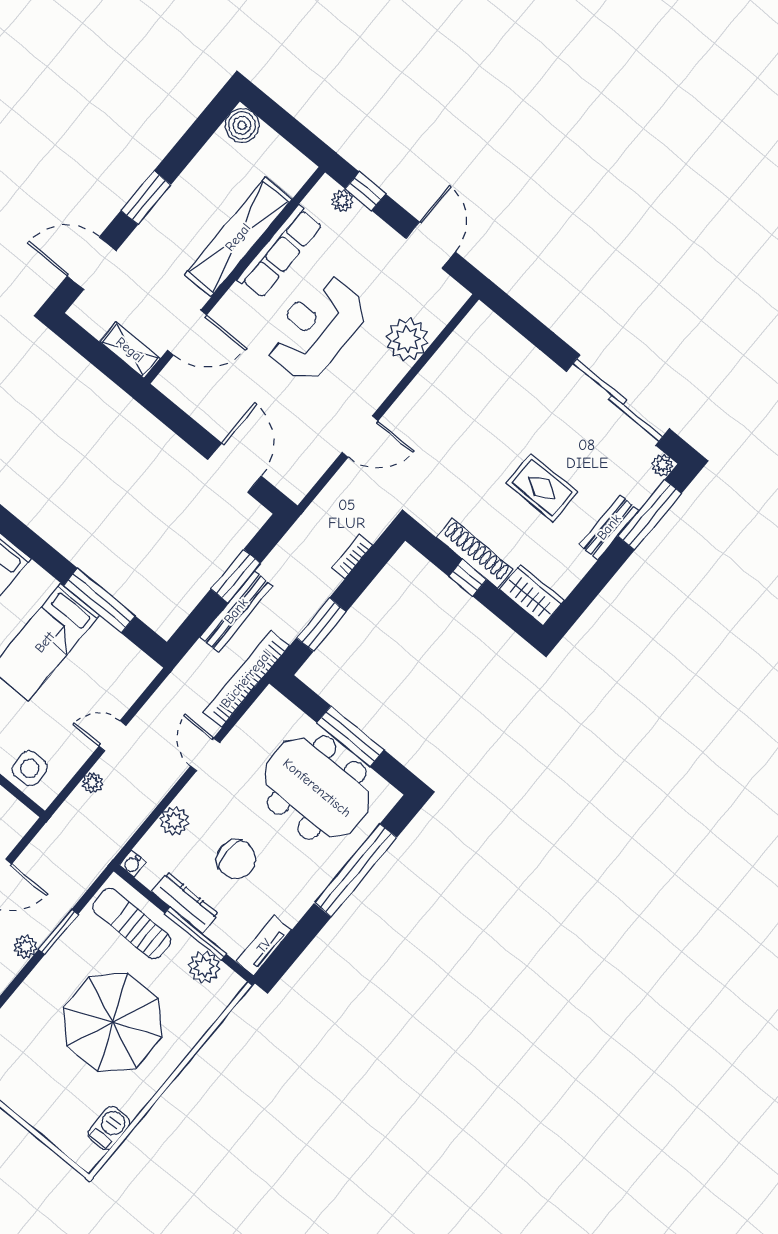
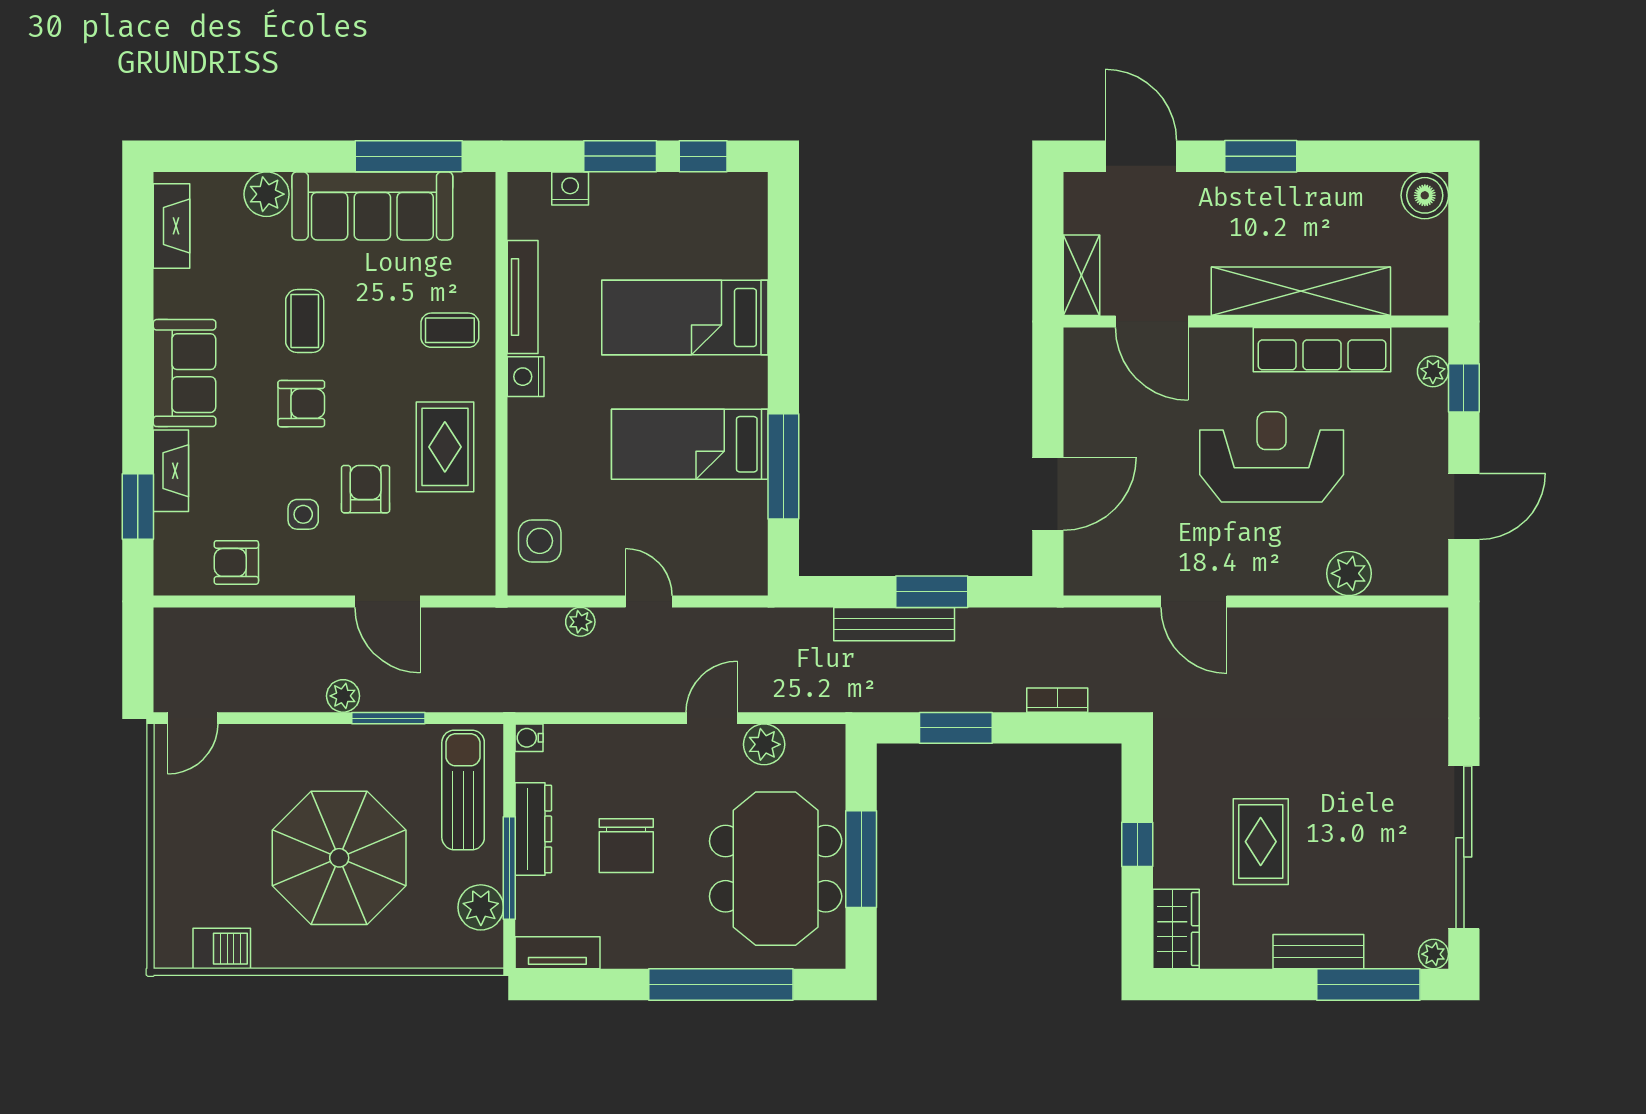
plant: (407, 339) -> (1349, 573), width x0.73, depth x0.73
rug: (542, 488) -> (1261, 842), moved
shoe rack: (475, 553) -> (1170, 830), removed
bookcase: (246, 679) -> (830, 695), removed
plant: (174, 821) -> (764, 744), moved

